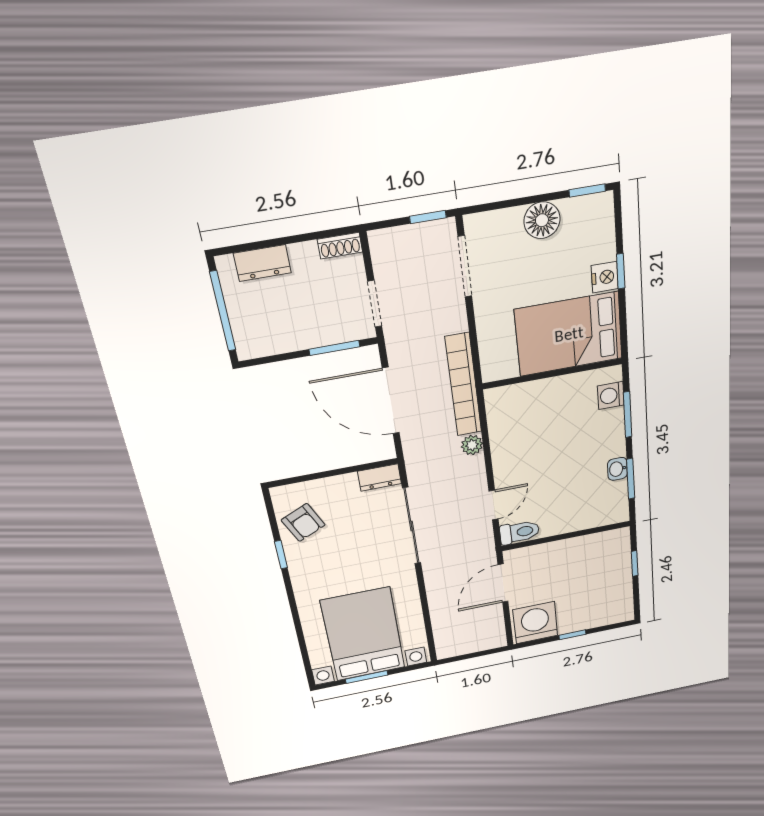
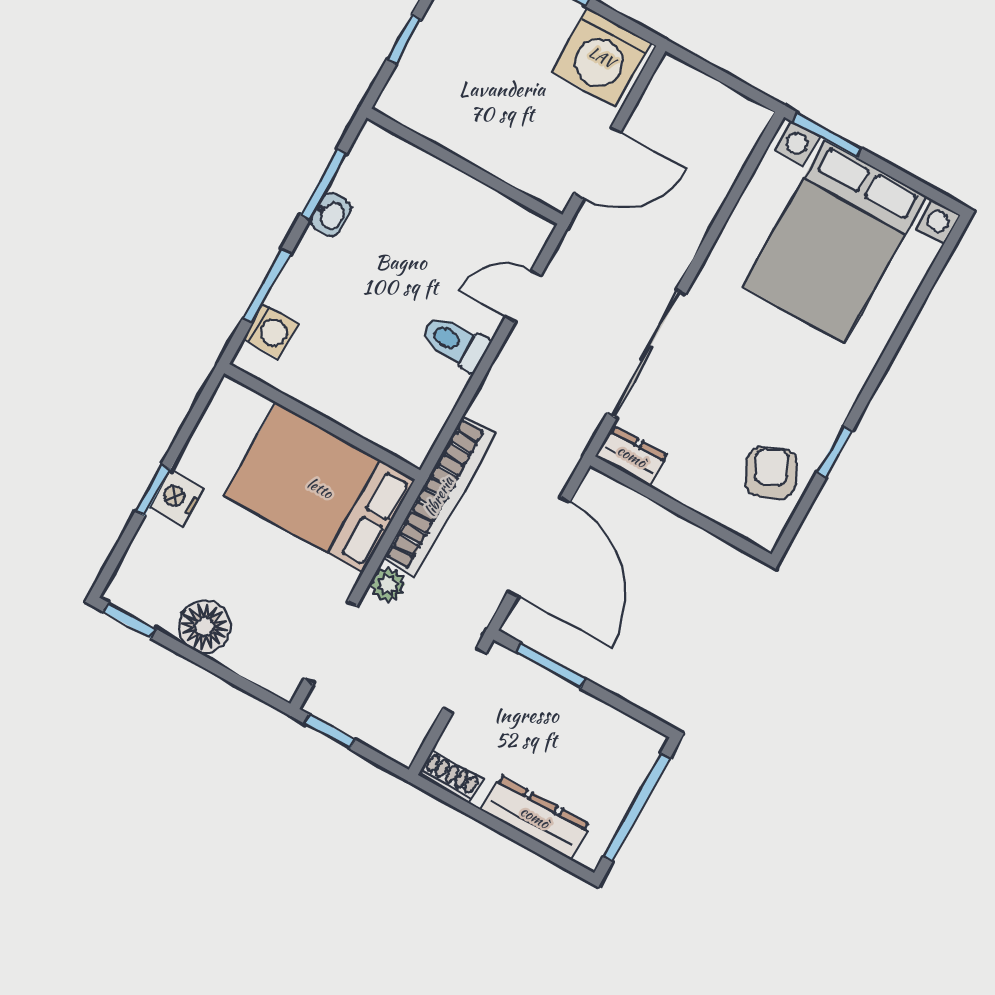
dresser: (262, 263) -> (535, 817), width x1.44
bed: (569, 334) -> (320, 488), moved, turned 180
plant: (472, 445) -> (388, 585), moved
toilet: (520, 532) -> (455, 342), moved
window: (367, 677) -> (827, 135), moved

